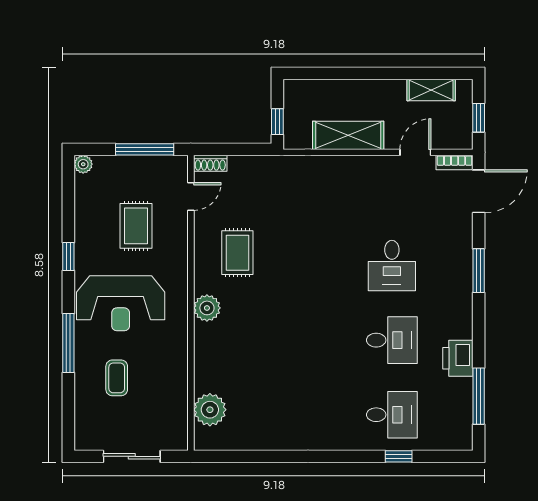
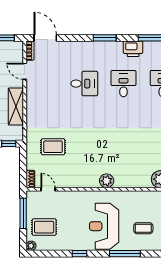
rug: (136, 226) -> (44, 227), moved
rug: (237, 253) -> (53, 147), moved
window: (479, 271) -> (105, 38), moved
reception desk: (121, 303) -> (104, 226), turned 180

